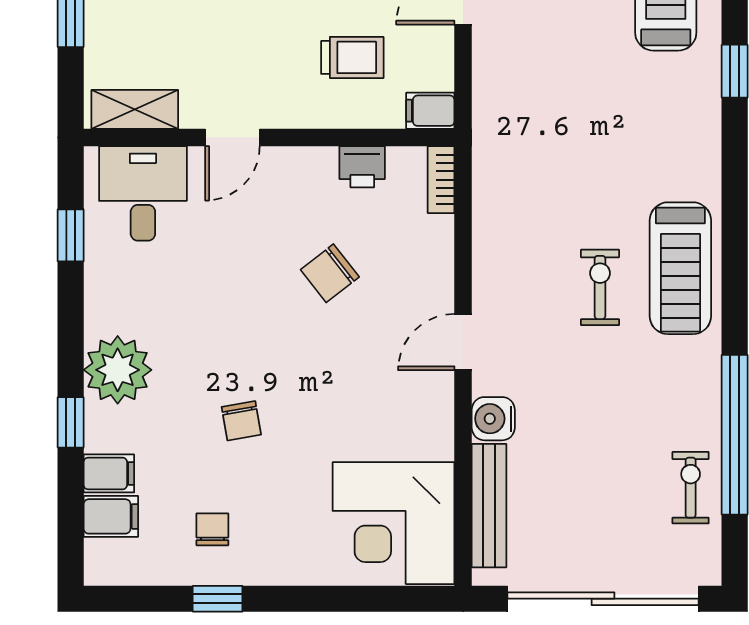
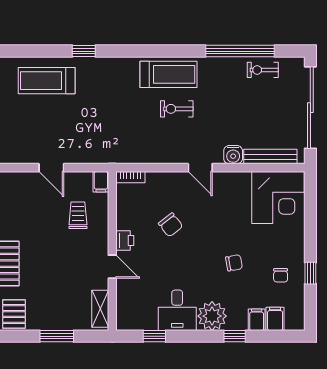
printer: (362, 167) -> (125, 241), moved
desk: (143, 193) -> (177, 310), moved, turned -90
chair: (212, 529) -> (281, 275), turned -90

